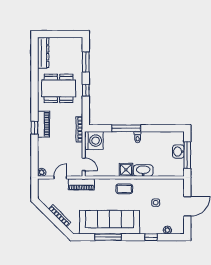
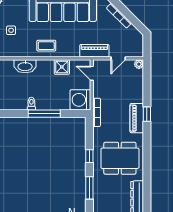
shower: (126, 170) -> (62, 67), moved

